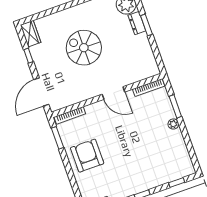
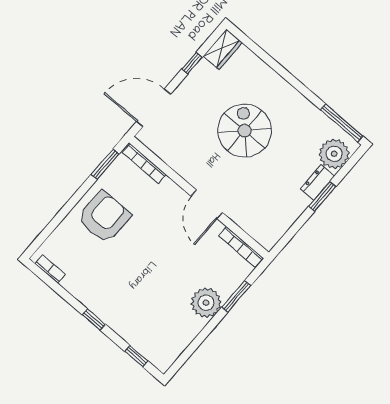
plant: (173, 124) -> (206, 303), width x1.88, depth x1.88

